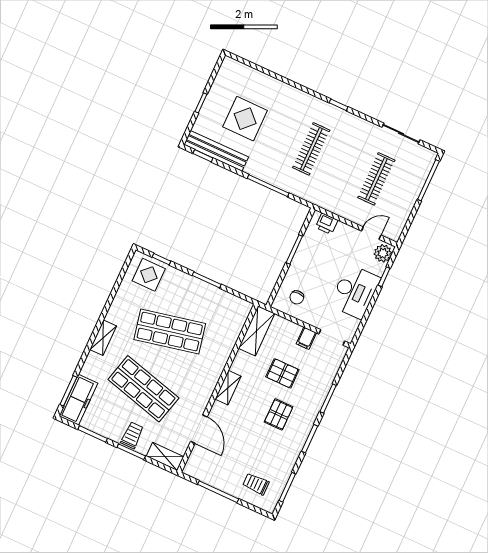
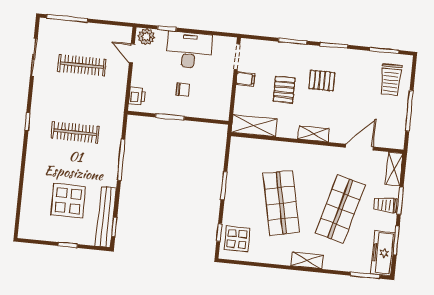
chair: (297, 297) -> (183, 90), moved
freezer: (78, 400) -> (383, 253), moved, turned -90
trolley: (256, 484) -> (391, 80), width x1.36, depth x1.39

